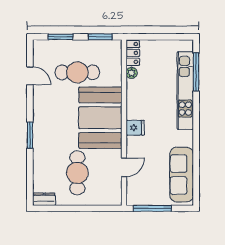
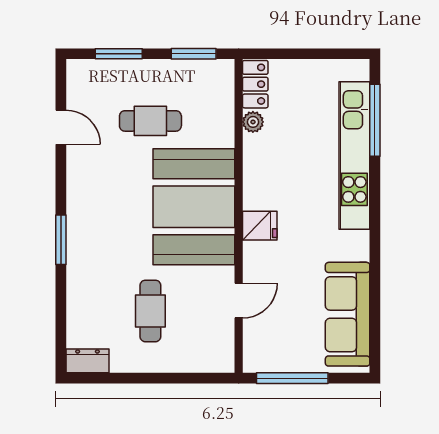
cafe table: (77, 72) -> (150, 121), width x0.73, depth x0.74
cafe table: (77, 173) -> (150, 311), width x0.73, depth x0.74

